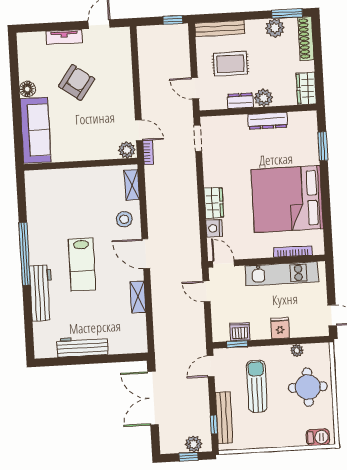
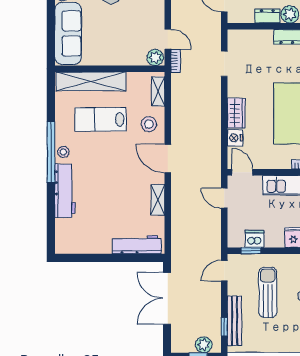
doorway: (198, 138) -> (224, 64), moved
shelving: (62, 178) -> (91, 81), added
stool: (37, 253) -> (63, 152), added
lab bench: (82, 265) -> (100, 119), moved, turned 90
workbench: (82, 347) -> (137, 245), moved

